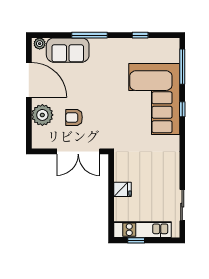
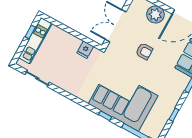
armchair: (74, 117) -> (144, 51), moved, turned 90
fridge: (122, 189) -> (85, 50), moved

